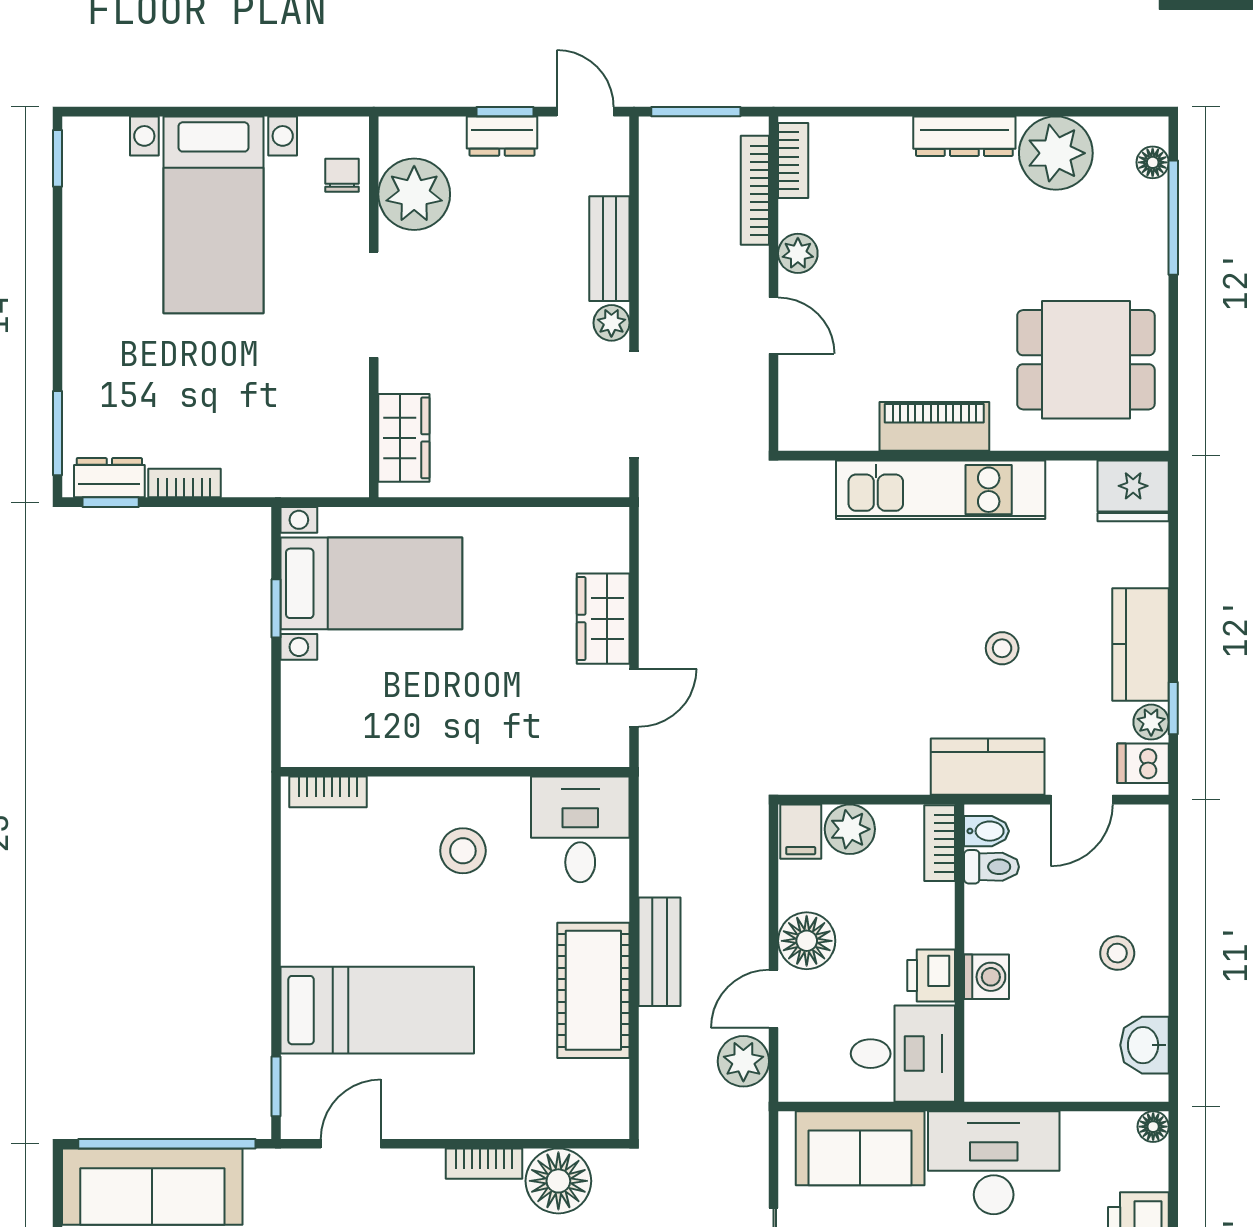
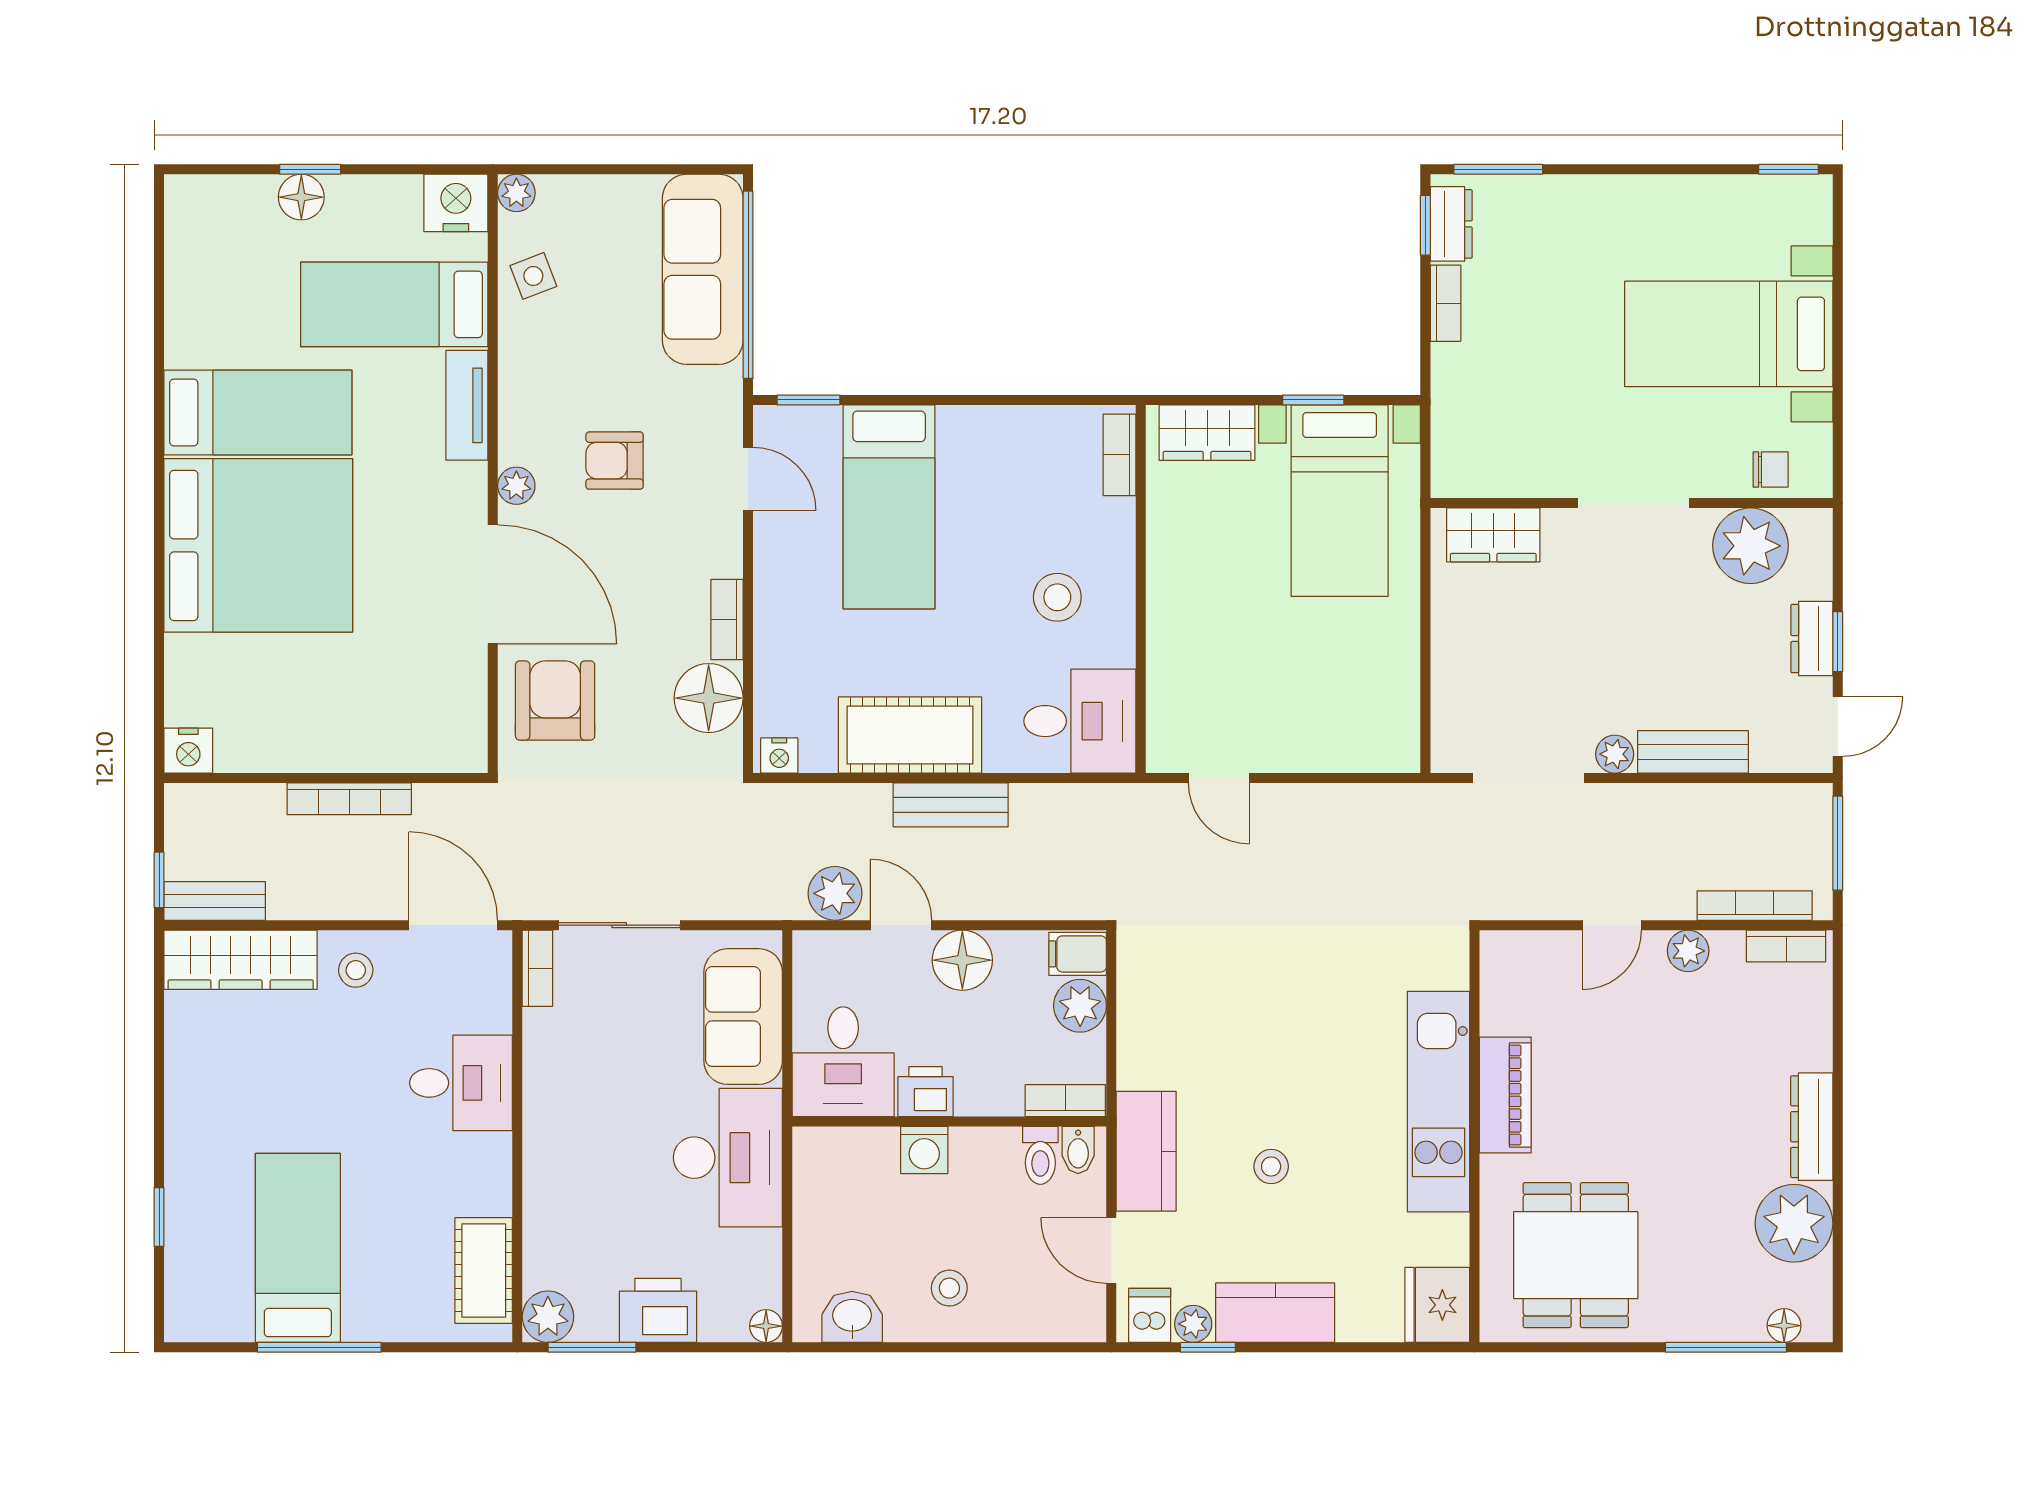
wardrobe: (603, 619) -> (1207, 433), moved, turned 180
nightstand: (613, 1114) -> (779, 756), added

